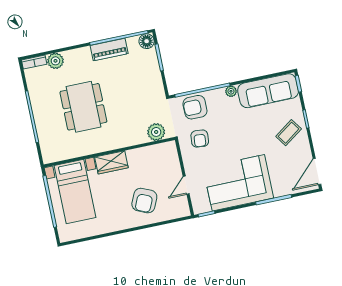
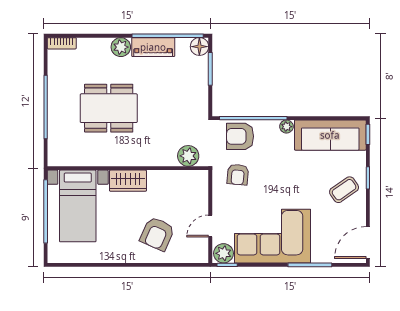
plant: (55, 61) -> (121, 47), moved
dining table: (83, 107) -> (109, 108), turned 90
plant: (202, 205) -> (223, 253), added

